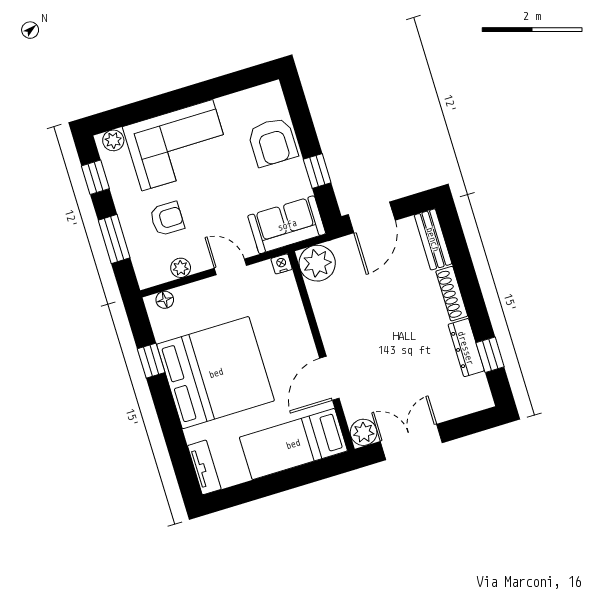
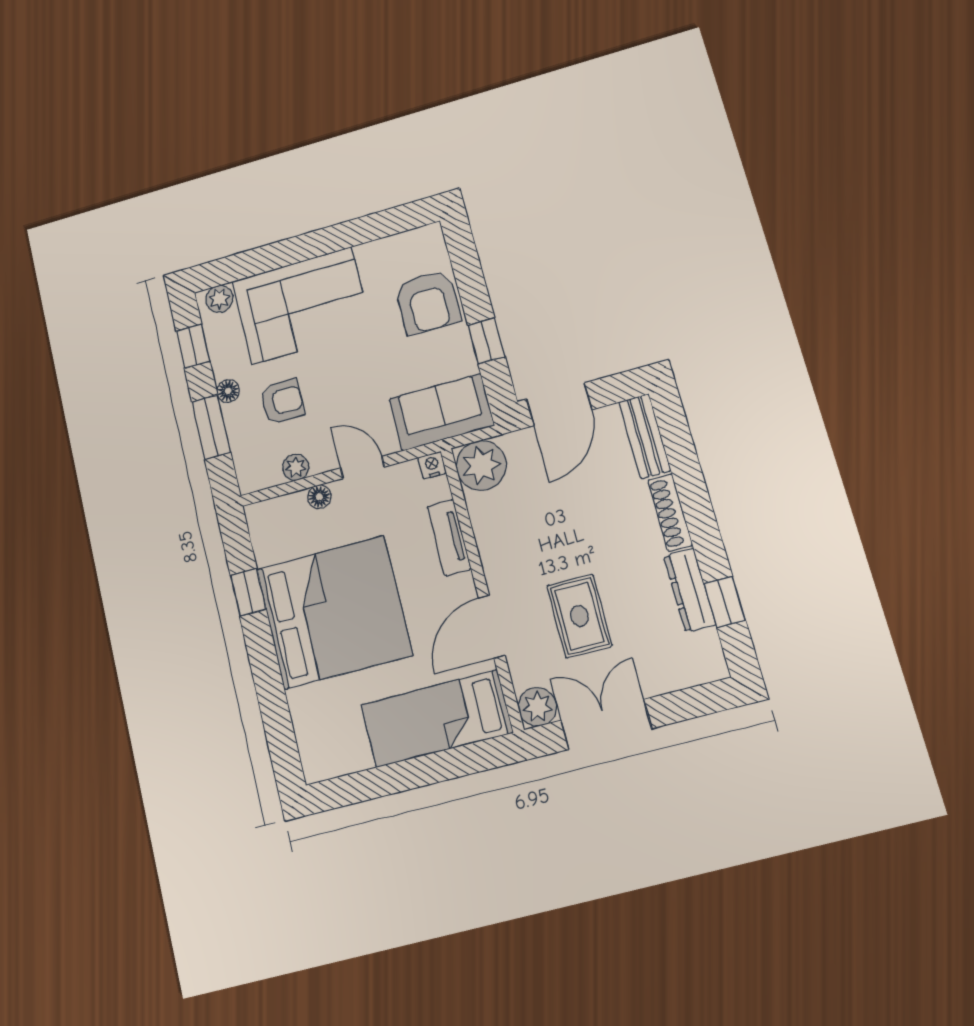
floor lamp: (125, 211) -> (228, 391), added
floor lamp: (165, 300) -> (319, 497), moved
rug: (391, 368) -> (579, 616), added
tv unit: (204, 467) -> (449, 538), moved, turned 180

